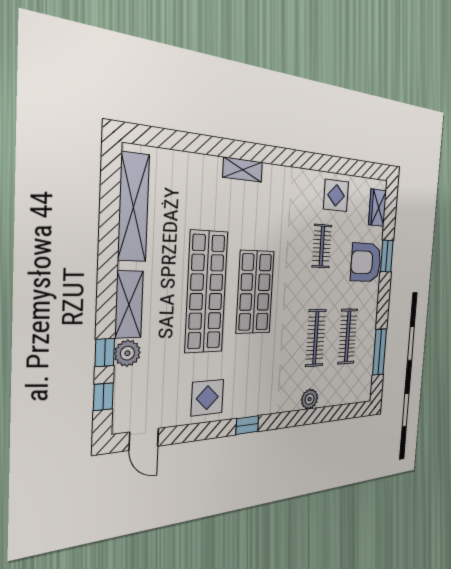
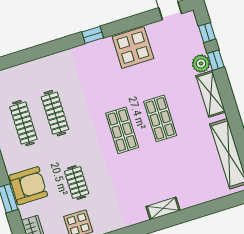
shop shelf: (206, 292) -> (160, 118), width x0.50, depth x0.74
shop shelf: (255, 292) -> (122, 130), width x0.70, depth x0.74
display table: (207, 398) -> (133, 48), width x1.36, depth x1.36
plant: (310, 399) -> (42, 65), removed

